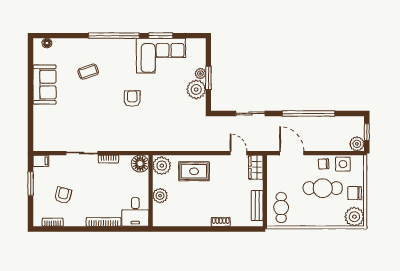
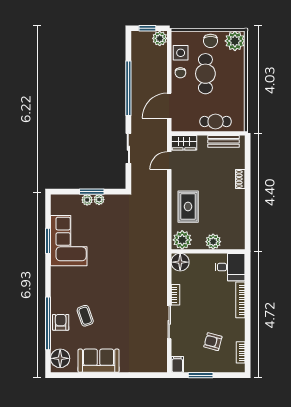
window: (114, 36) -> (48, 323), moved
floor lamp: (47, 43) -> (60, 358), width x1.89, depth x1.89
plant: (196, 89) -> (99, 200), width x0.53, depth x0.53
armchair: (132, 99) -> (61, 322), moved, turned 90
cafe table: (281, 208) -> (216, 121), moved

